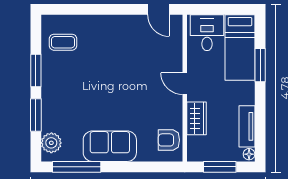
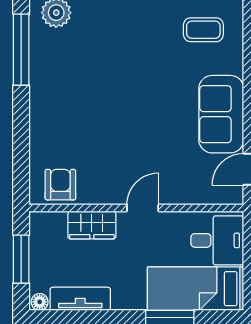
coffee table: (63, 42) -> (203, 30), turned 90
sofa: (110, 146) -> (221, 114), moved, turned 180

